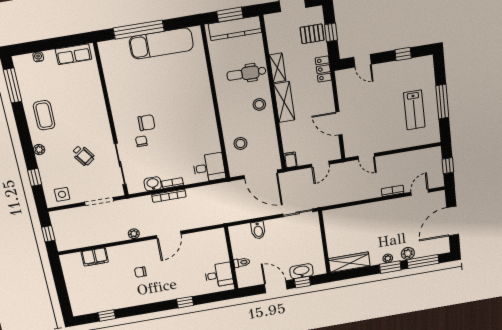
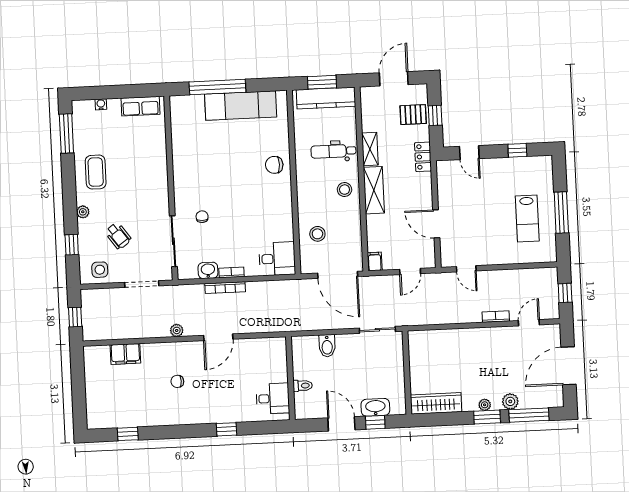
chair: (147, 123) -> (274, 165), moved, turned 180
wheelchair: (83, 155) -> (118, 236), moved

